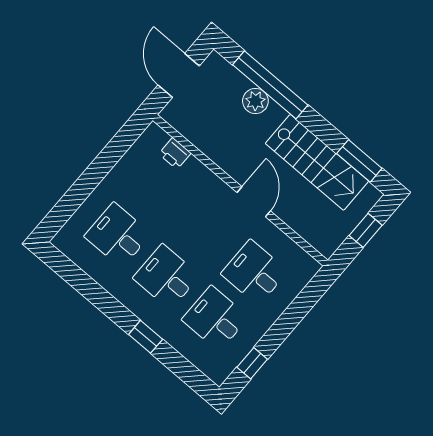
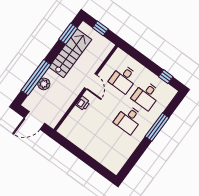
printer: (175, 153) -> (83, 103), moved
door: (254, 202) -> (91, 81), swing flipped
desk: (118, 235) -> (111, 143), removed
window: (146, 337) -> (157, 127), width x2.17

